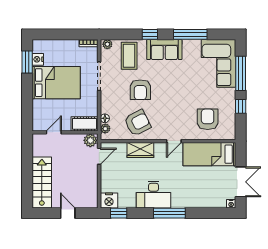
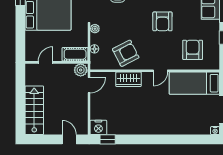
armchair: (140, 90) -> (162, 21), moved
plant: (105, 129) -> (95, 29), moved
desk: (154, 195) -> (141, 122), removed
door: (68, 213) -> (69, 139), moved
window: (169, 213) -> (156, 139), removed

